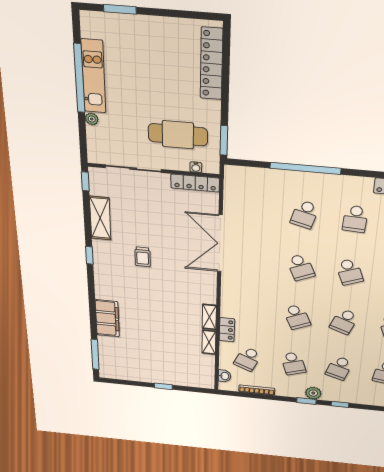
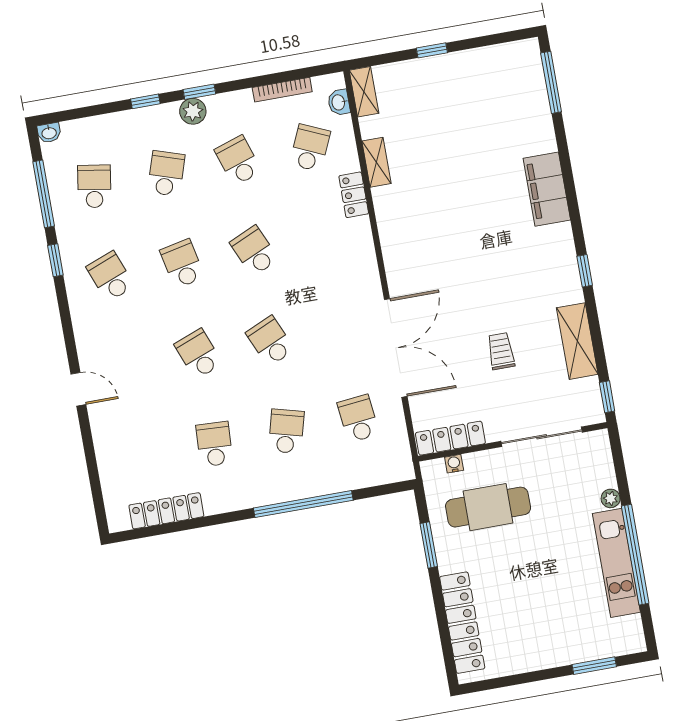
window: (224, 140) -> (429, 545), moved
school desk: (254, 210) -> (358, 418), added
trolley: (143, 257) -> (501, 351), moved
shelving: (209, 317) -> (364, 92), moved
filing cabinet: (107, 318) -> (547, 189), moved
school desk: (344, 321) -> (182, 264), turned -33

